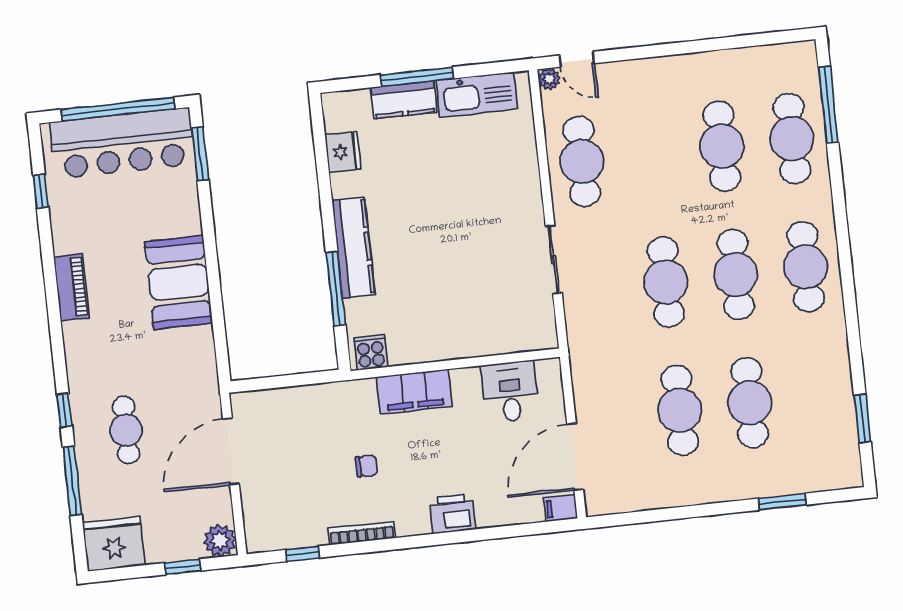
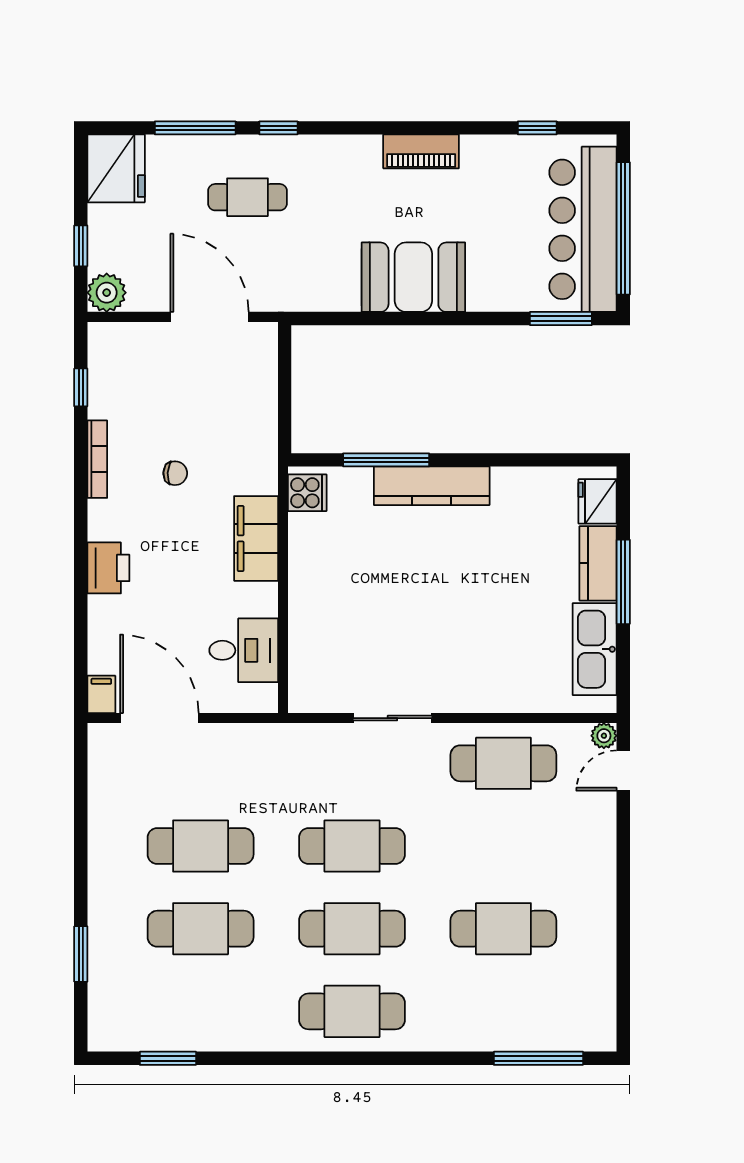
cafe table: (792, 139) -> (503, 1011), removed
fridge: (343, 152) -> (598, 501), moved, turned 90
chair: (366, 466) -> (175, 473), turned -87

